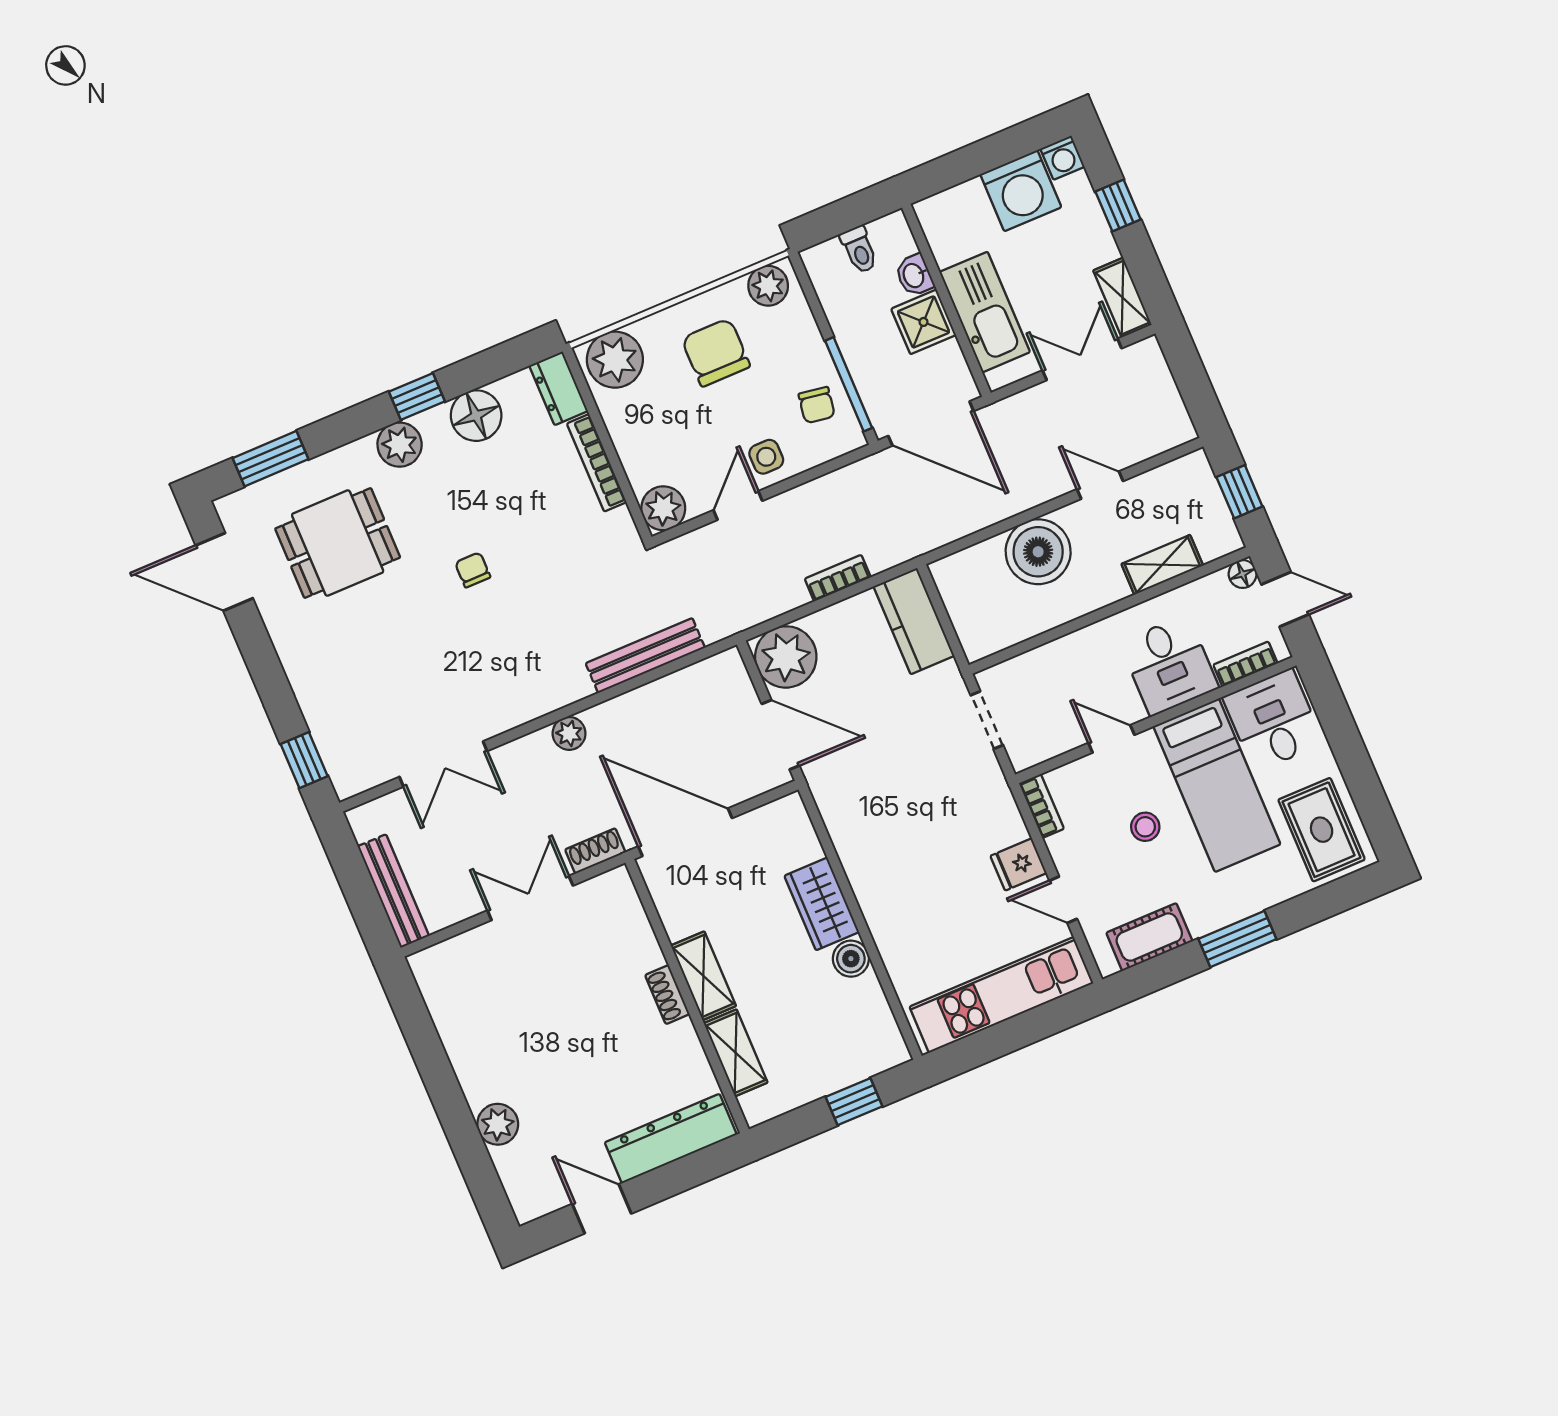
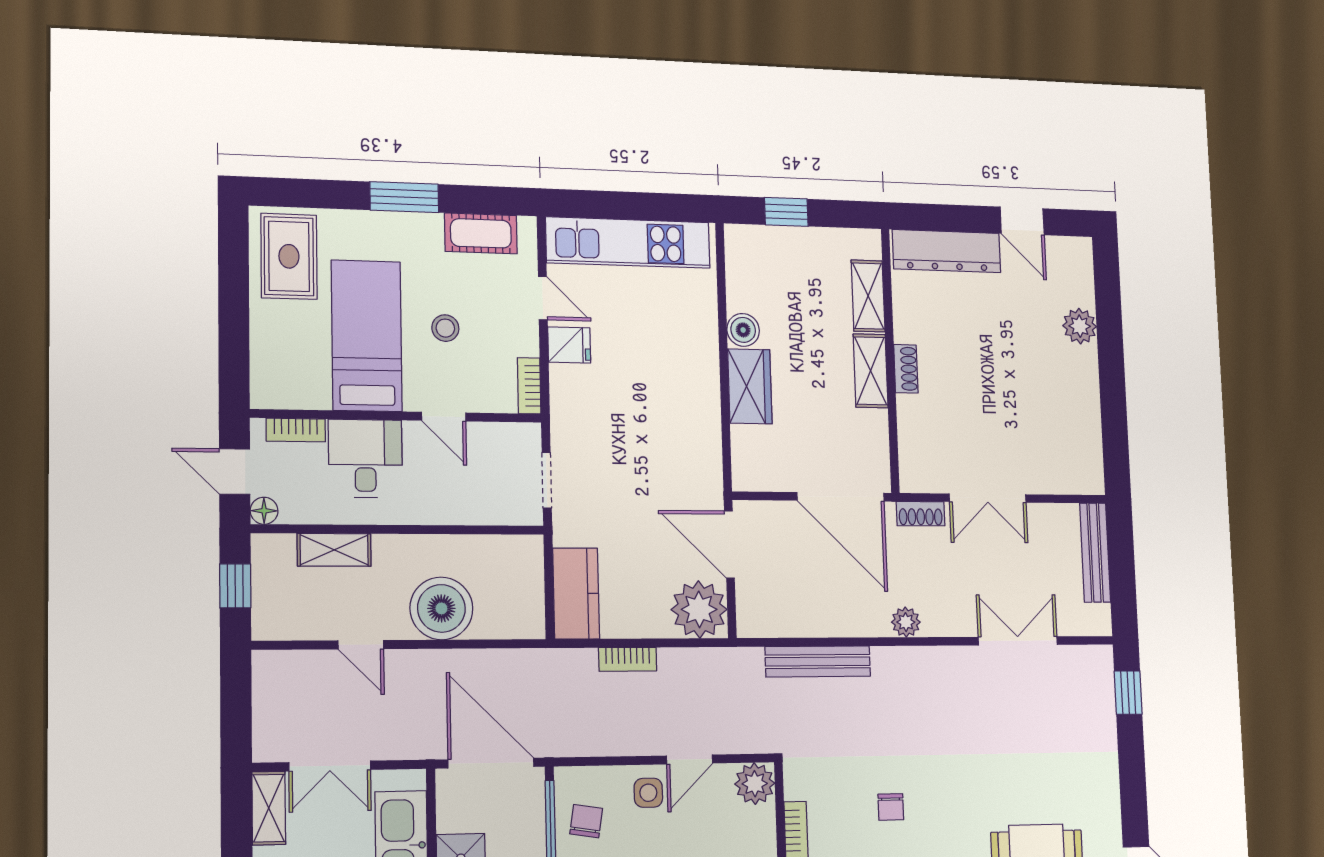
chair: (473, 570) -> (891, 807), moved
desk: (1273, 720) -> (292, 370), removed

